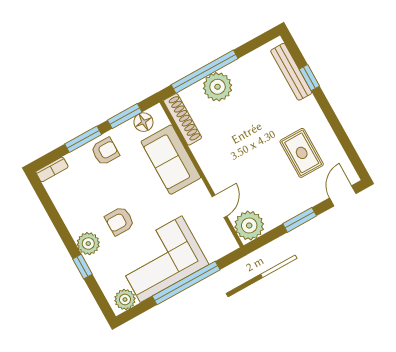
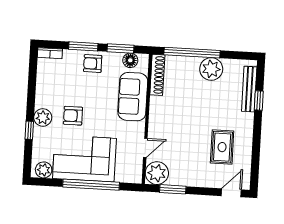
plant: (218, 87) -> (211, 69), moved
armchair: (105, 151) -> (93, 64), turned 180
window: (300, 220) -> (173, 189), moved

